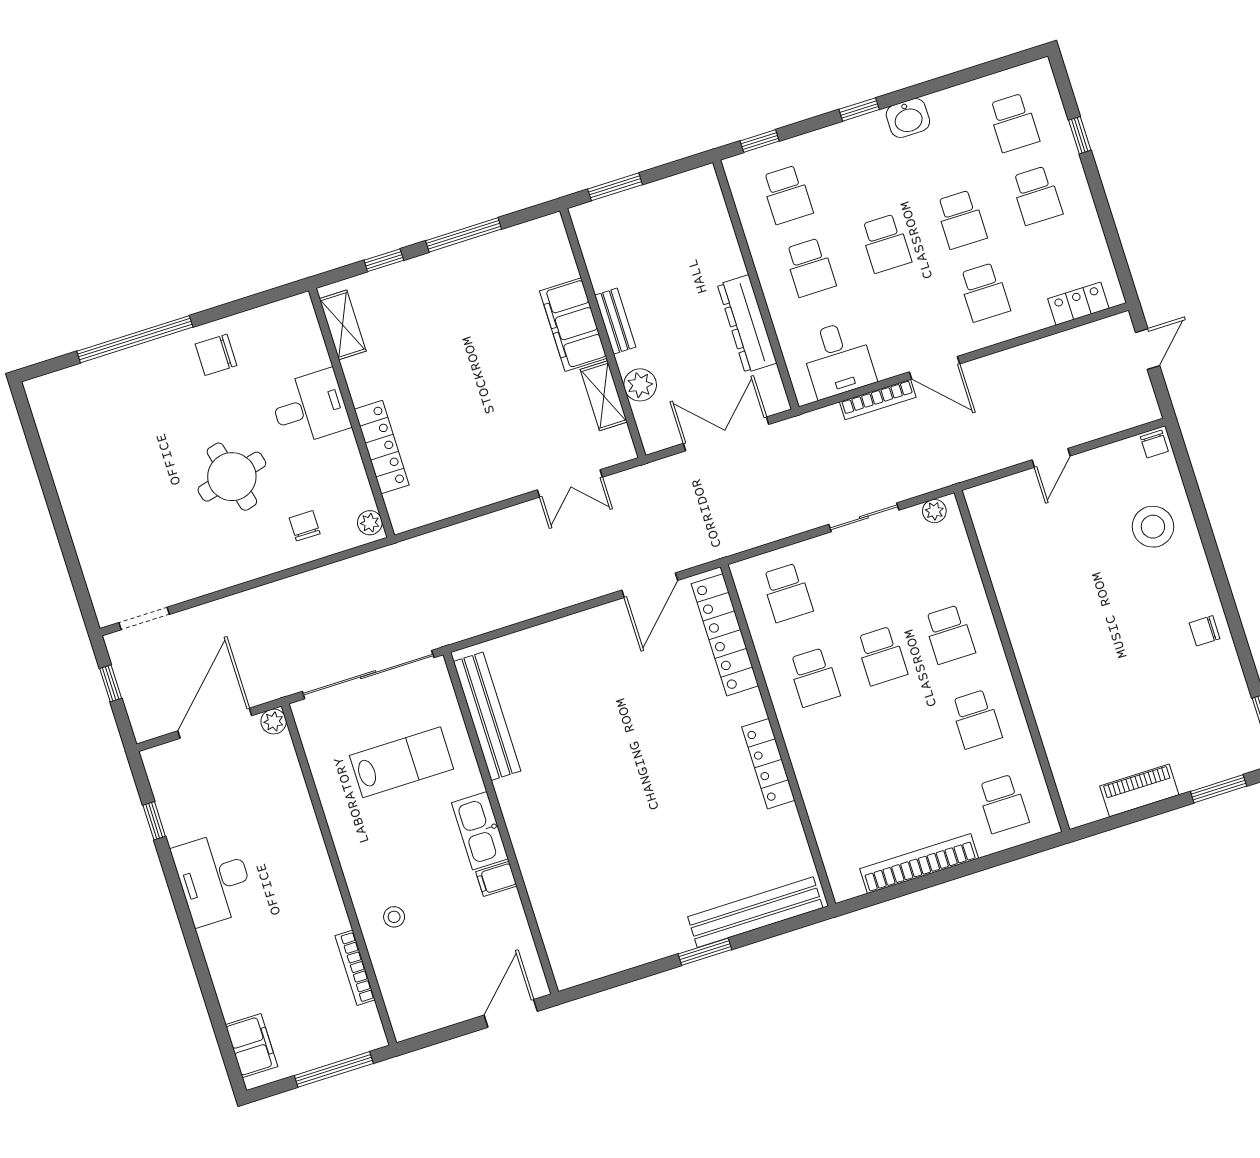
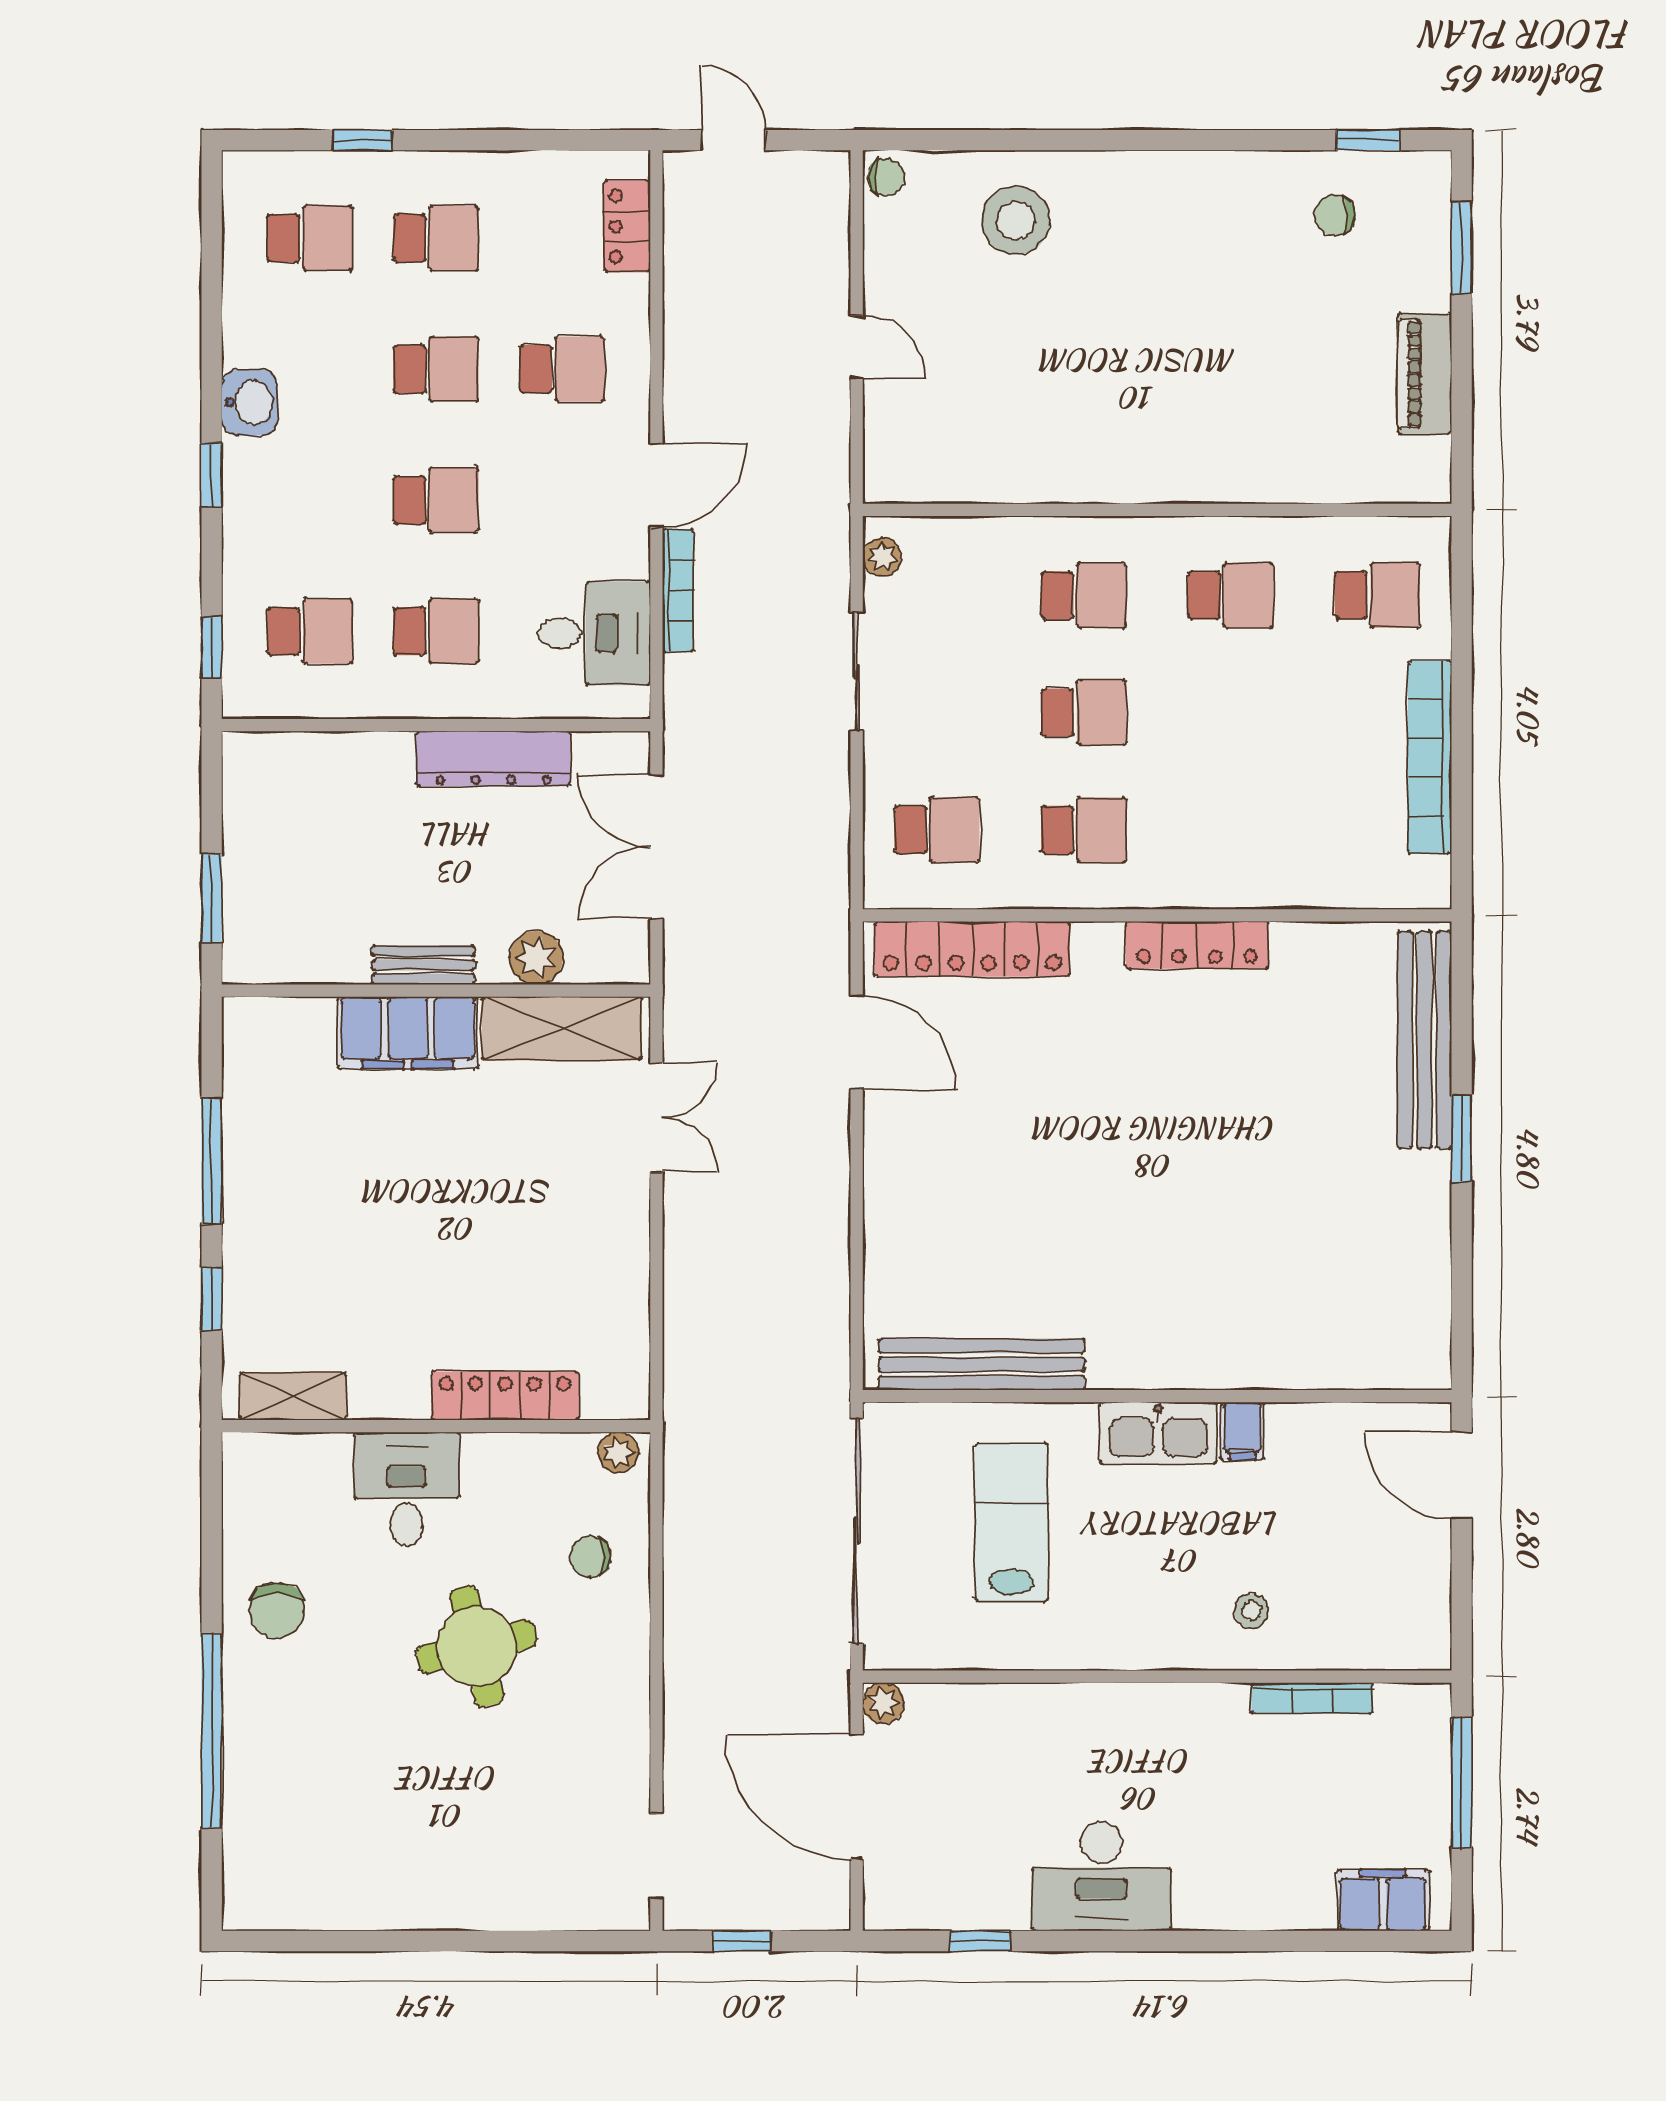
shelving: (604, 396) -> (562, 1028), width x1.50, depth x1.33
chair: (1205, 631) -> (1335, 215), moved, turned 90

